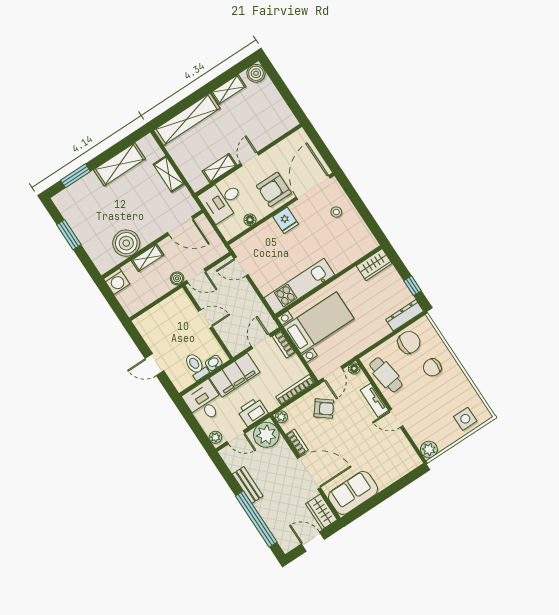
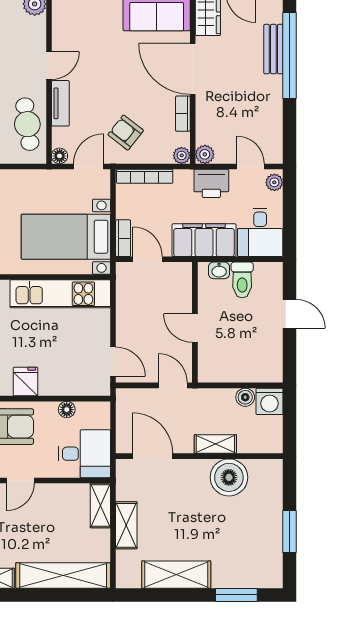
shelving: (220, 168) -> (100, 505), moved, turned 90
boiler: (177, 278) -> (245, 397), moved
washing machine: (117, 281) -> (270, 401), moved, turned 180
door: (261, 341) -> (147, 259), swing flipped
door: (396, 418) -> (49, 65), hinge flipped
plant: (266, 435) -> (205, 154), width x0.53, depth x0.53
bench: (248, 485) -> (273, 49), moved

